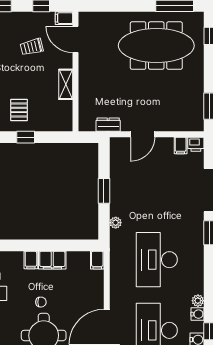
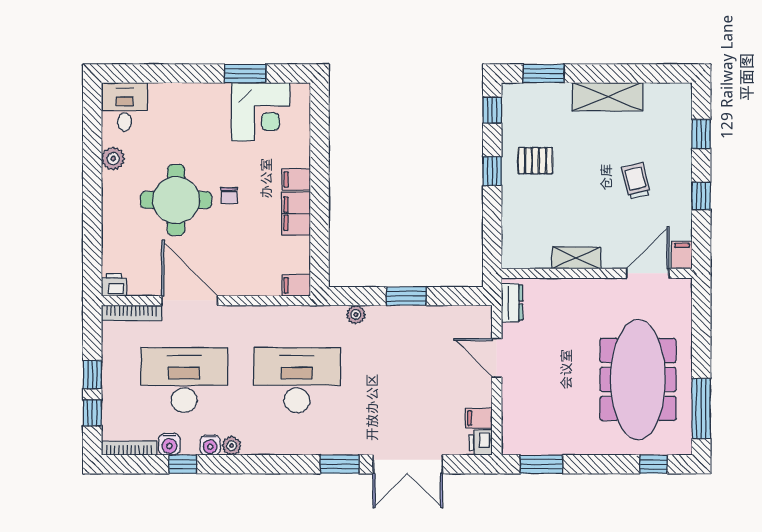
filing cabinet: (64, 18) -> (682, 255), moved
door: (75, 39) -> (648, 273), moved
wall: (75, 71) -> (597, 273), moved
shelving: (66, 84) -> (576, 258), moved

